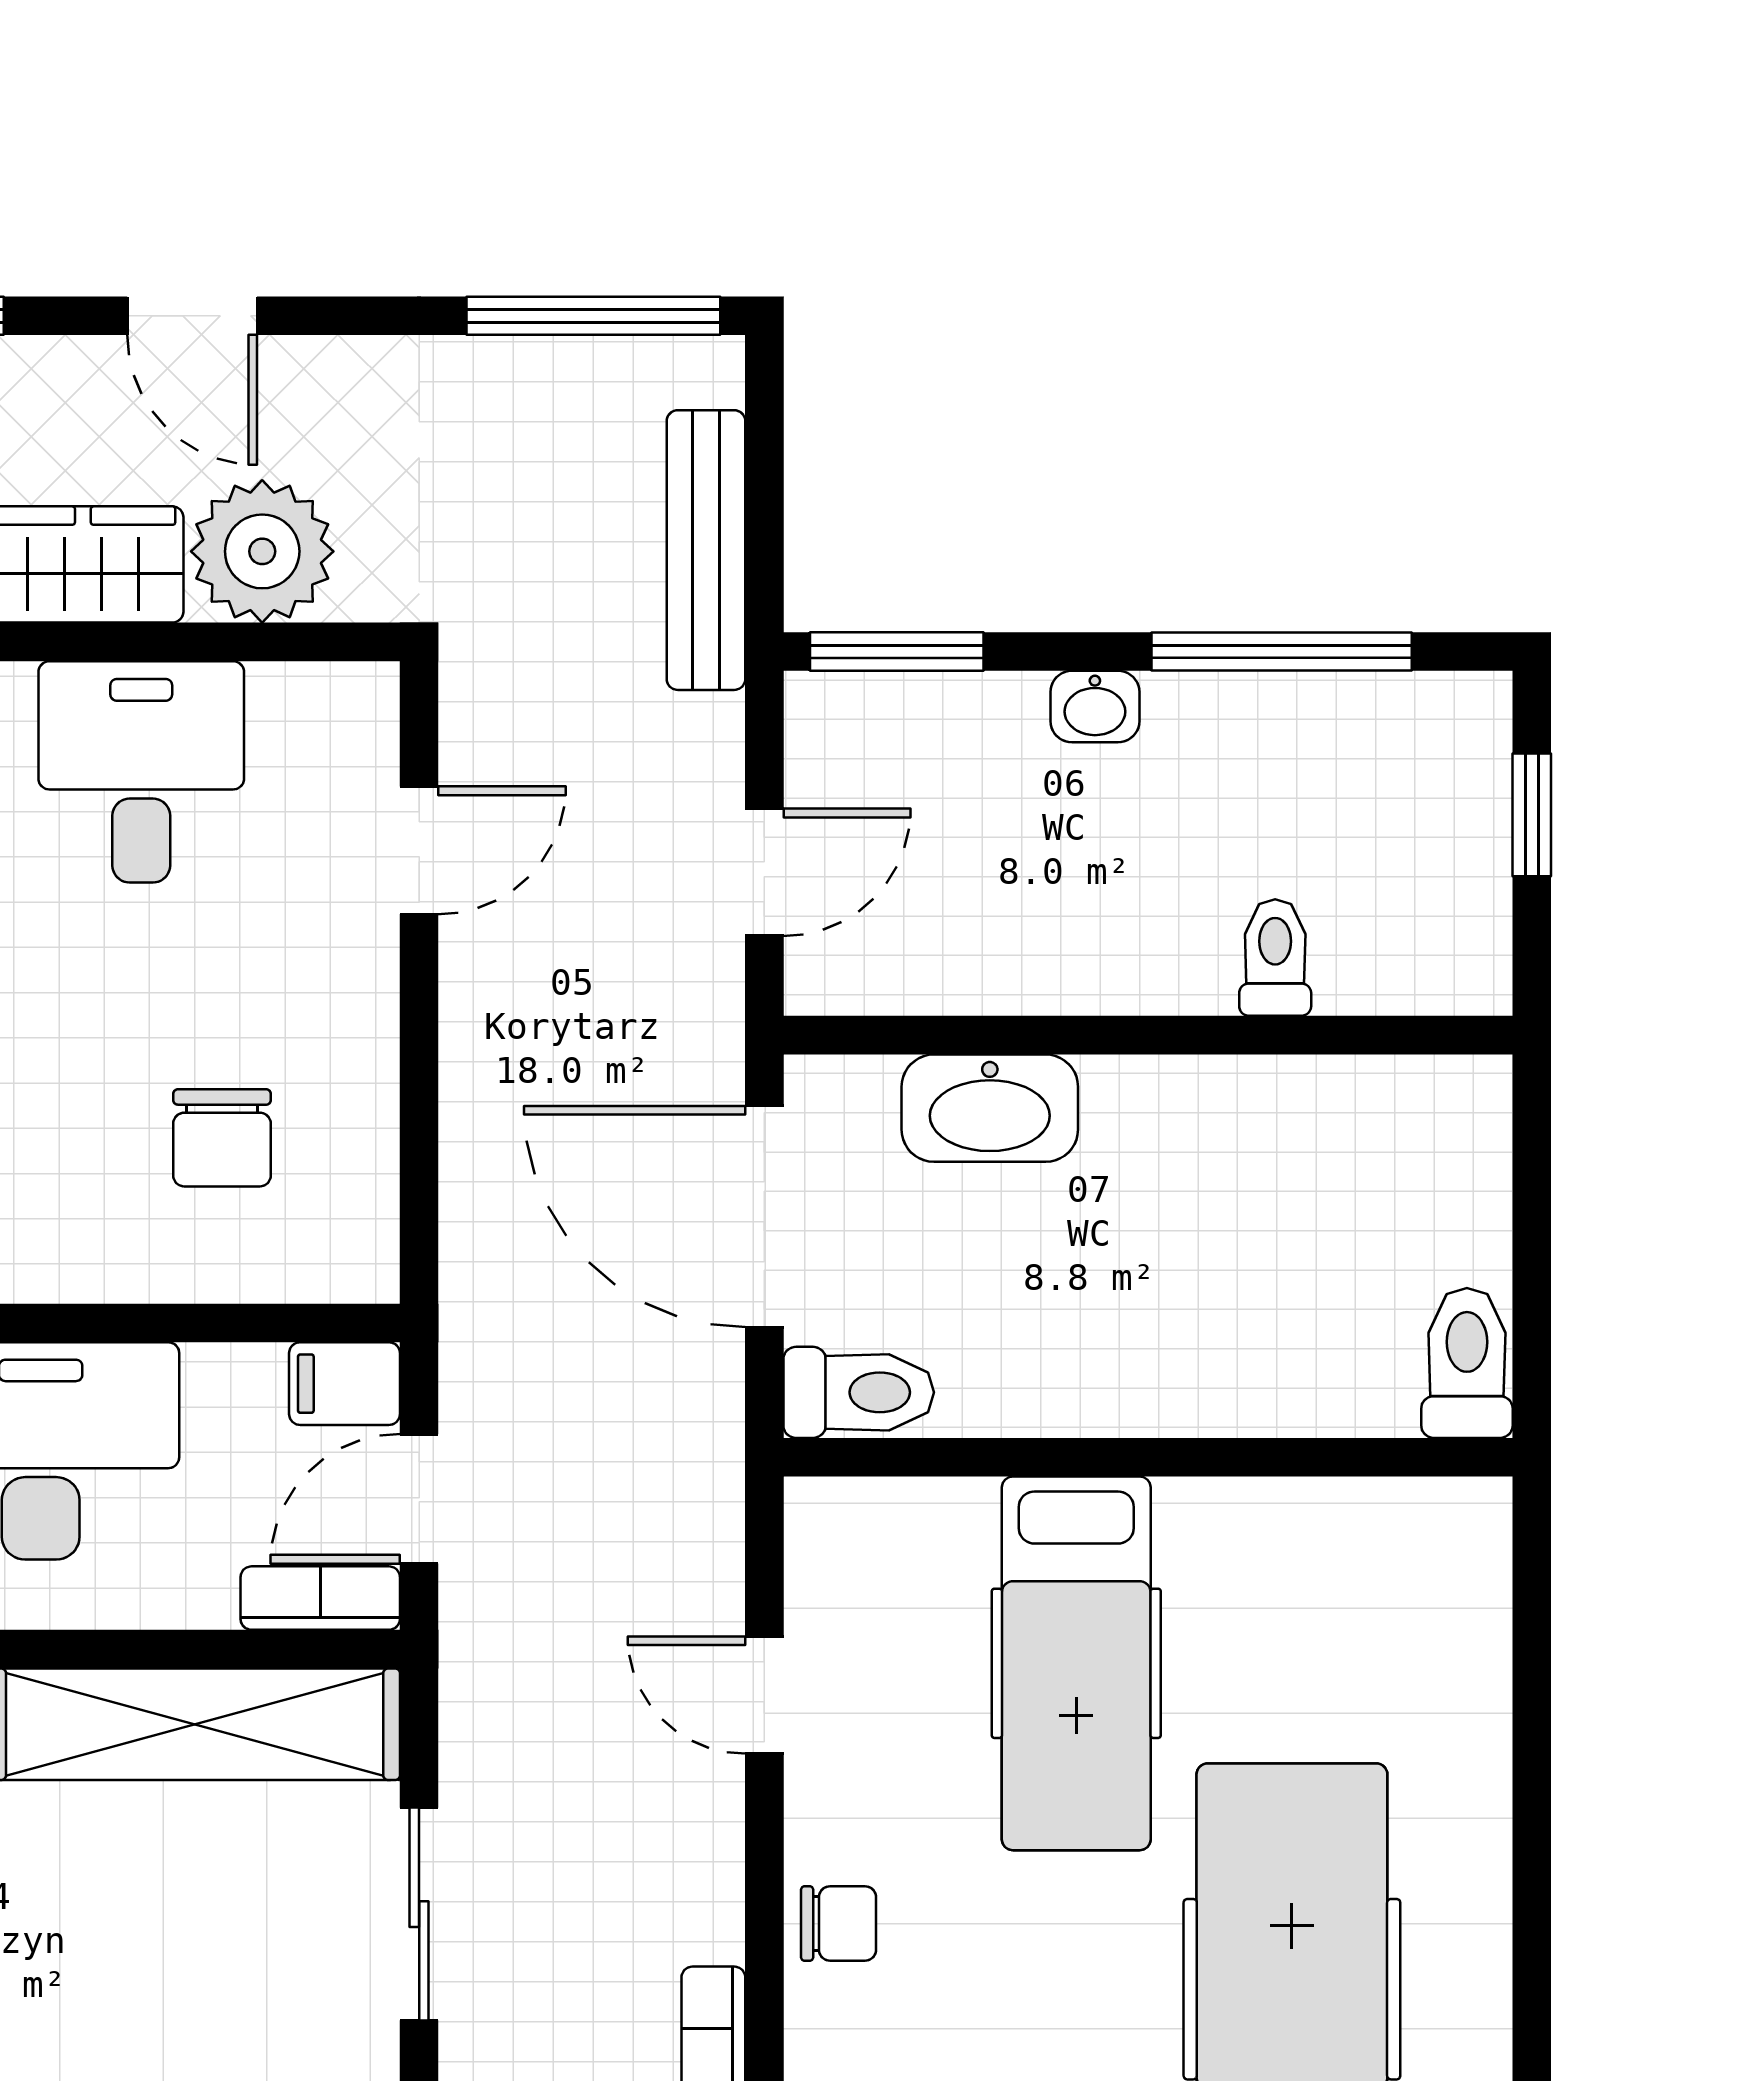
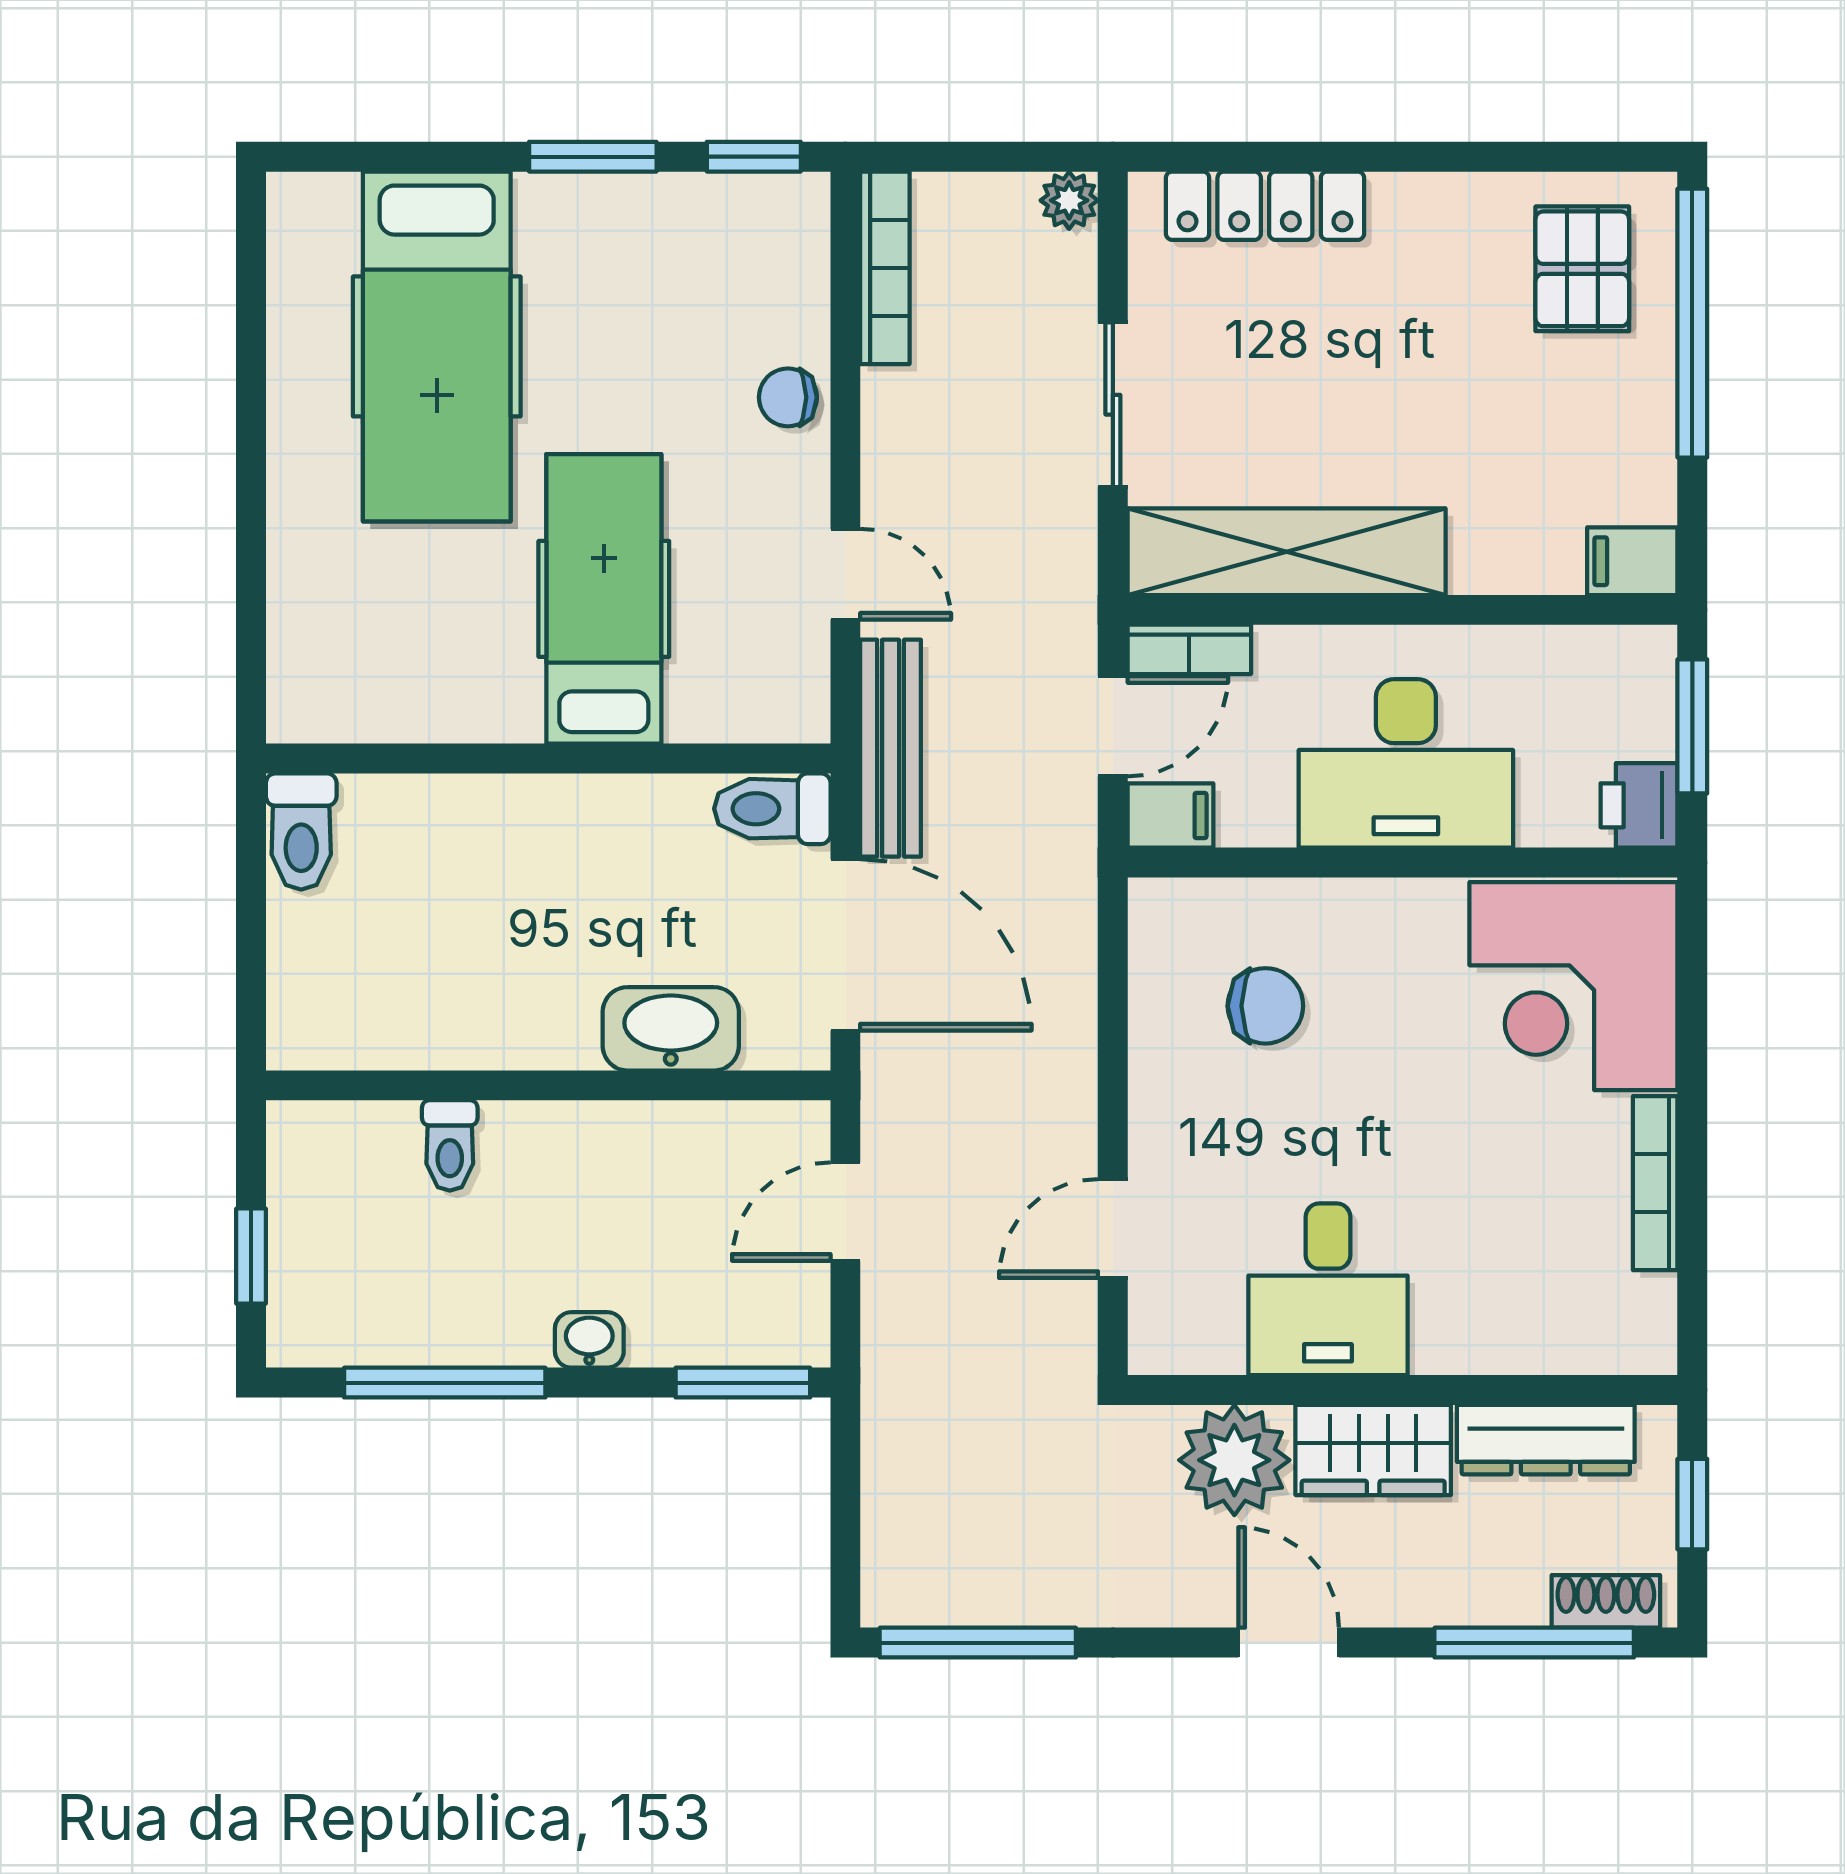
bench: (706, 550) -> (891, 748), moved
chair: (222, 1138) -> (1265, 1006), turned 90

